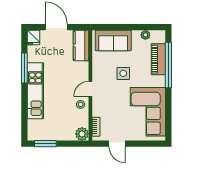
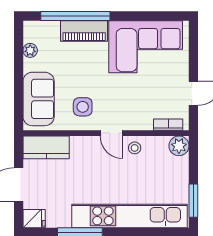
piano: (158, 59) -> (84, 31), moved
side table: (123, 73) -> (83, 107), moved
kitchen unit: (35, 91) -> (129, 216), width x1.36

